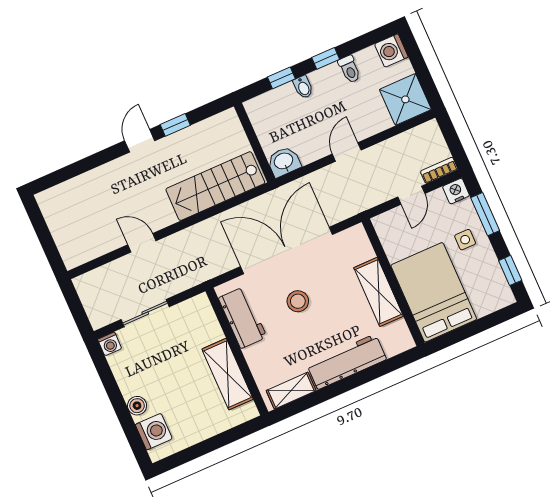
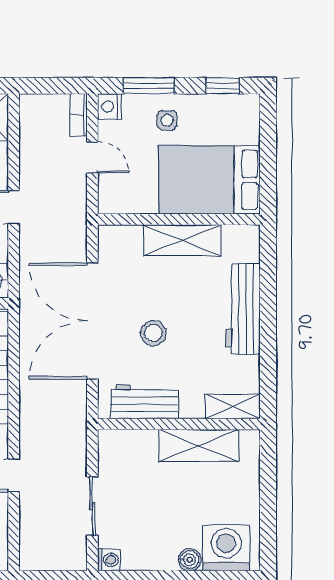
shelving: (291, 391) -> (233, 407), moved, turned 90
washing machine: (154, 432) -> (226, 548), width x1.37, depth x1.37

